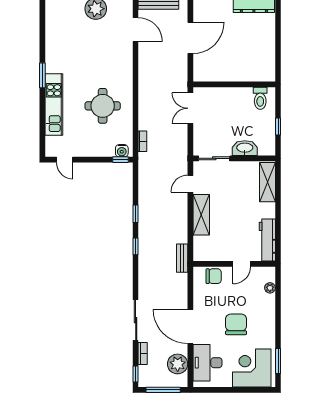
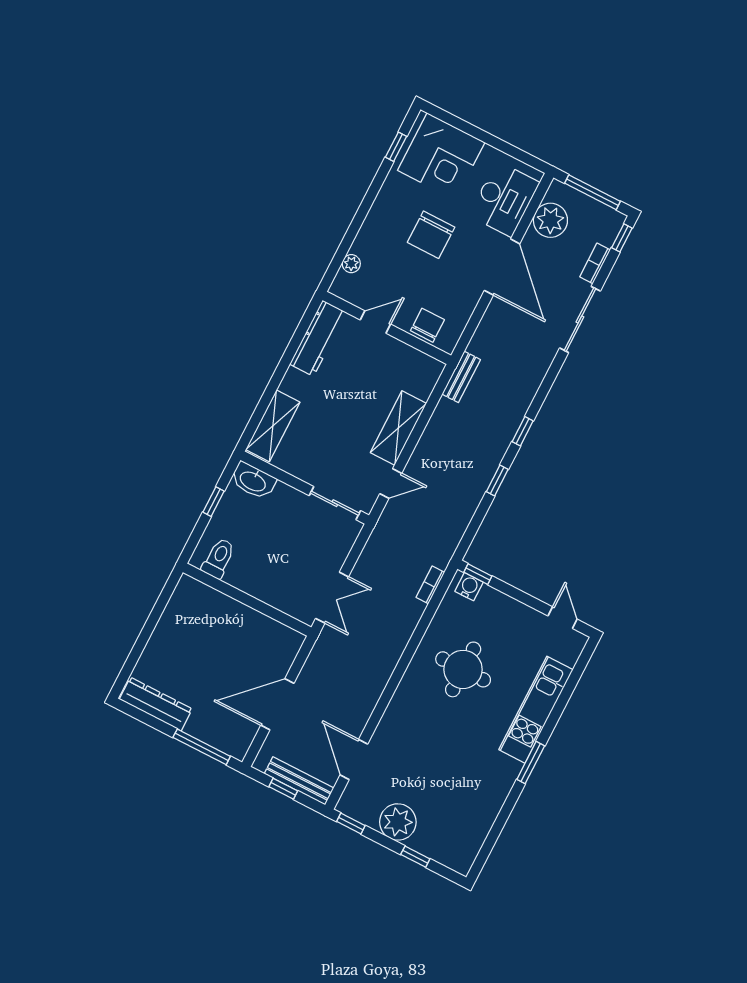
washbasin: (245, 148) -> (253, 481), moved
chair: (214, 276) -> (427, 325), turned 90
window: (278, 361) -> (396, 147), width x0.67

